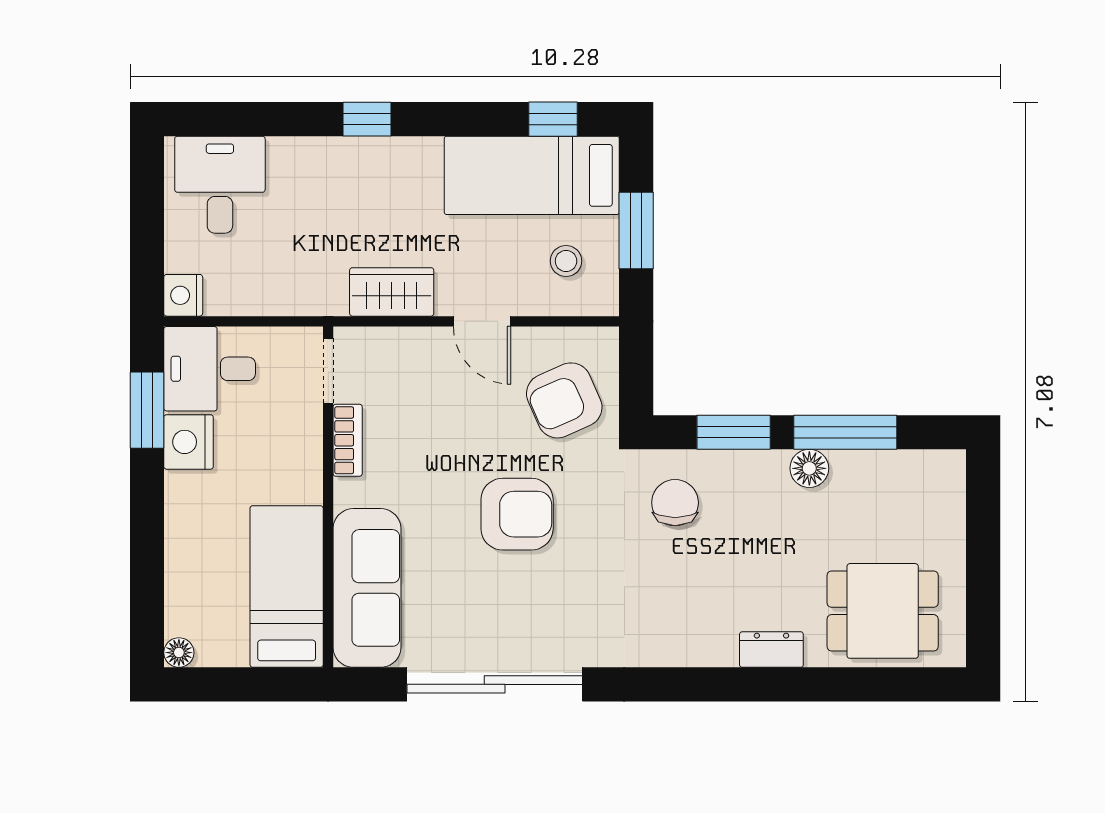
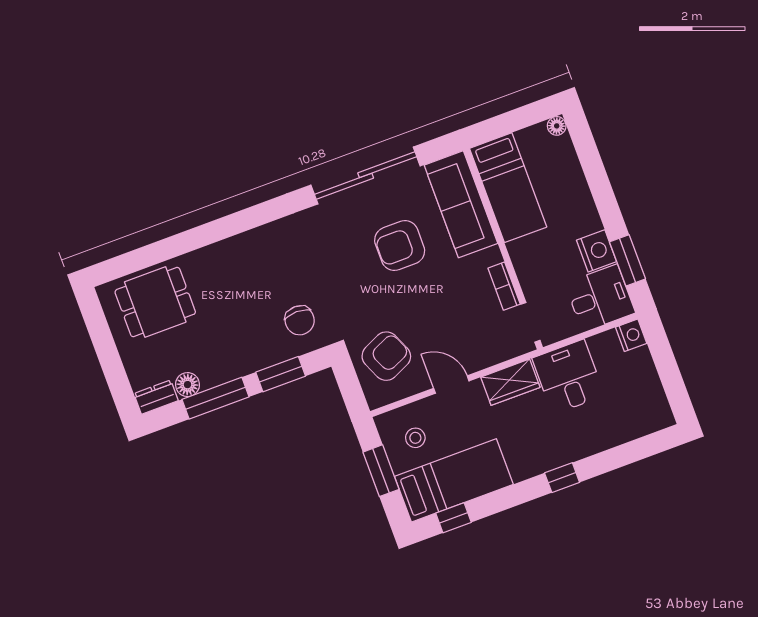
desk: (220, 185) -> (568, 377), moved, turned 180
floor lamp: (809, 468) -> (187, 385), moved
armchair: (517, 514) -> (400, 246), moved
dresser: (771, 650) -> (156, 397), moved, turned 180

